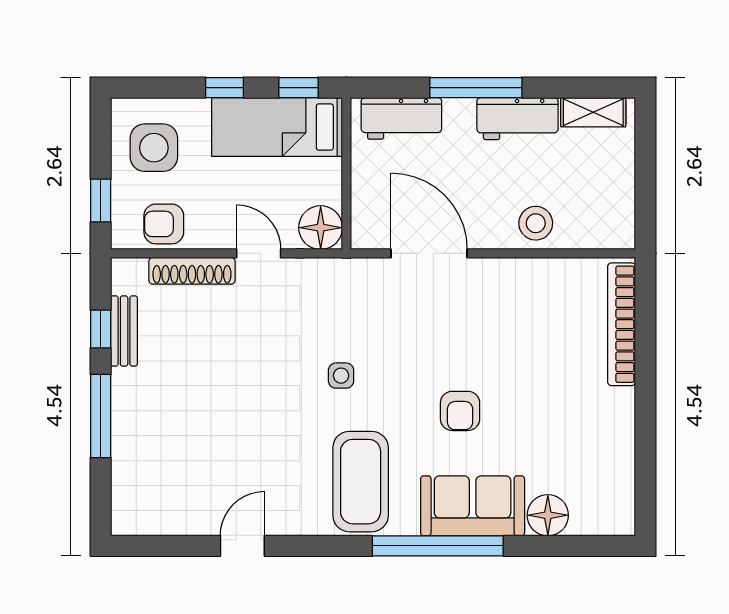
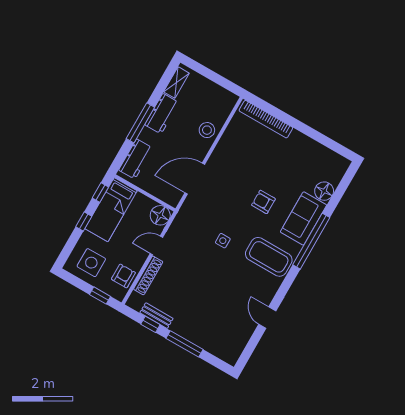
armchair: (164, 224) -> (123, 276), turned 180
armchair: (460, 411) -> (263, 202), turned 180

